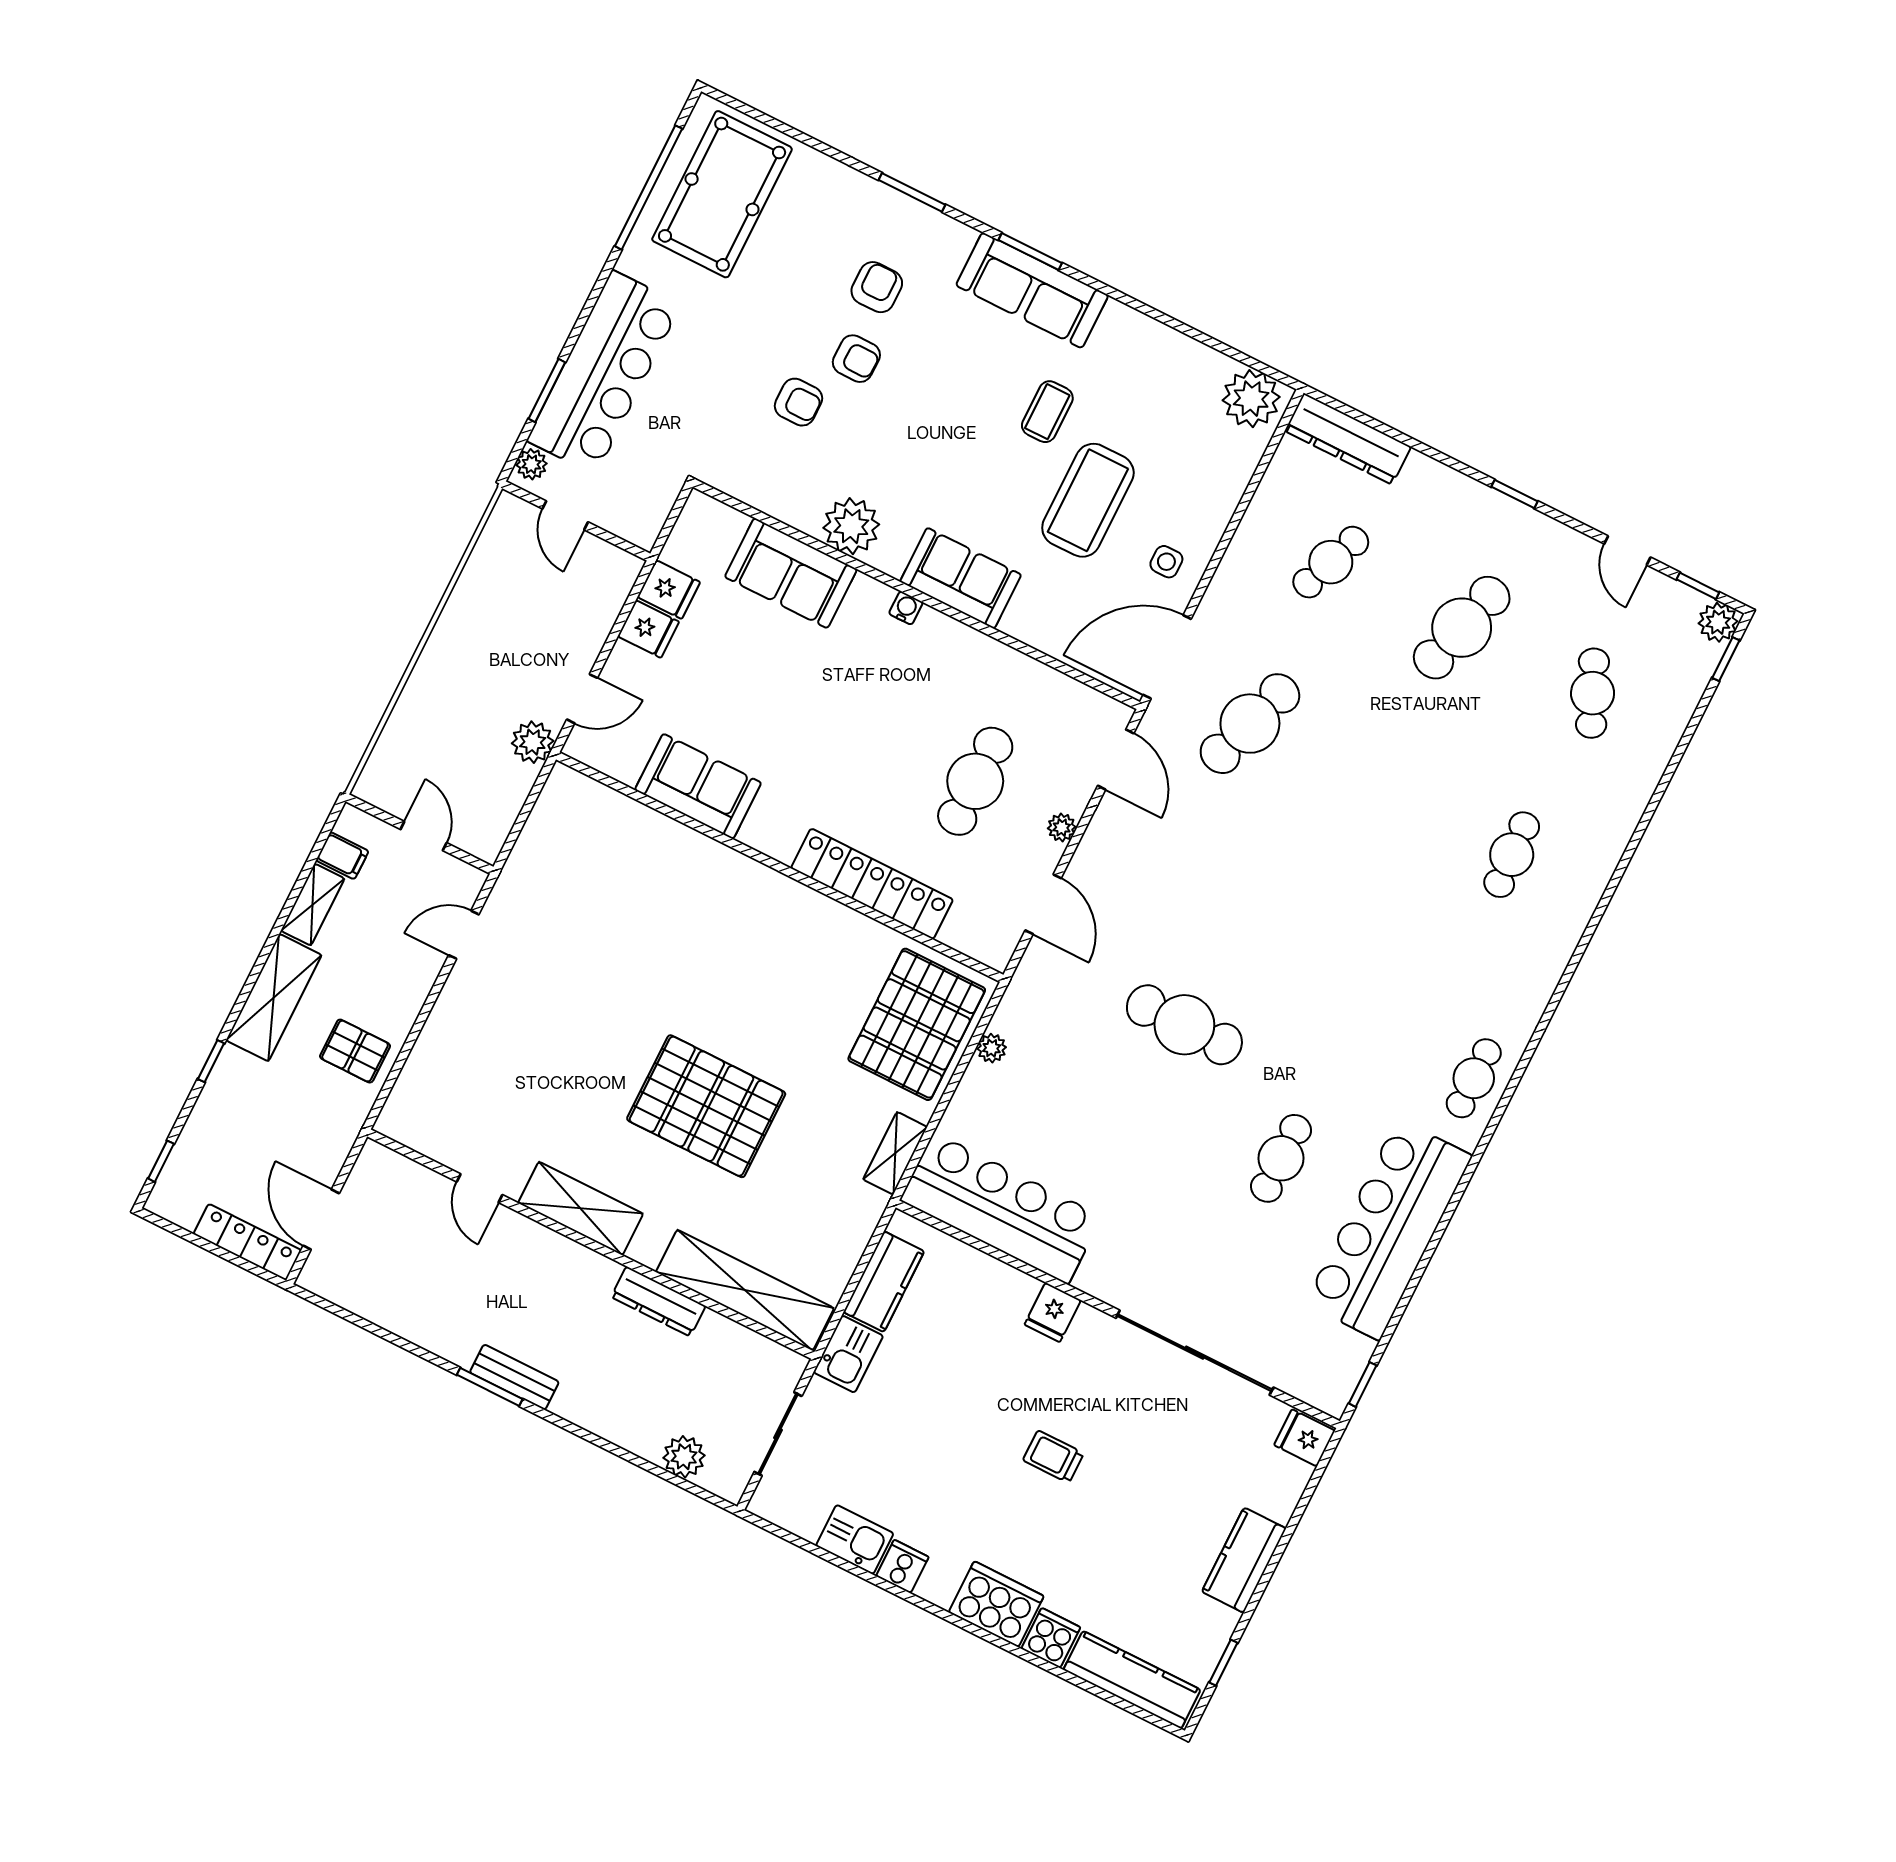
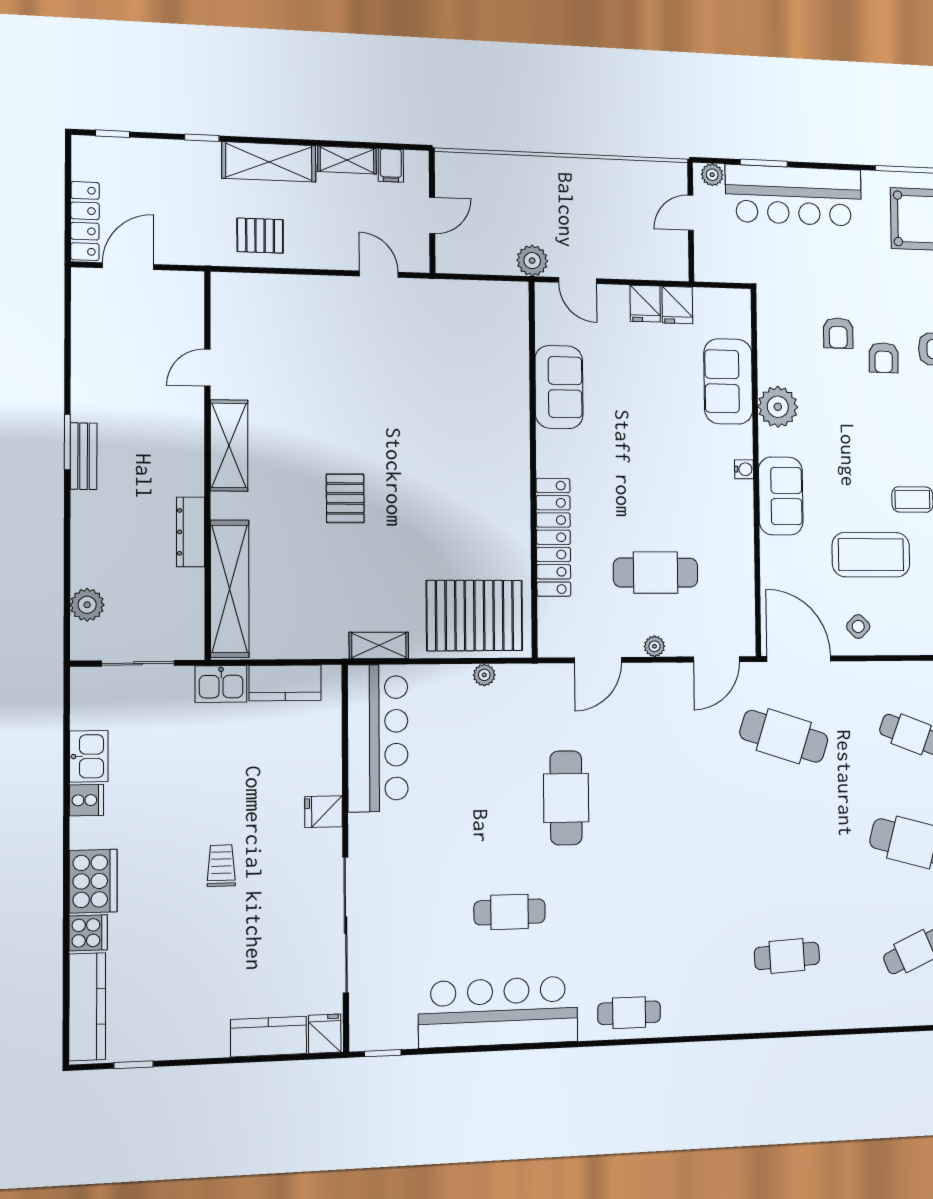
side table: (1166, 562) -> (858, 626), turned 45
pallet: (355, 1051) -> (260, 236), turned 90
pallet: (706, 1106) -> (345, 498), width x0.49, depth x0.50
kitchen counter: (1244, 1560) -> (269, 1037), moved

